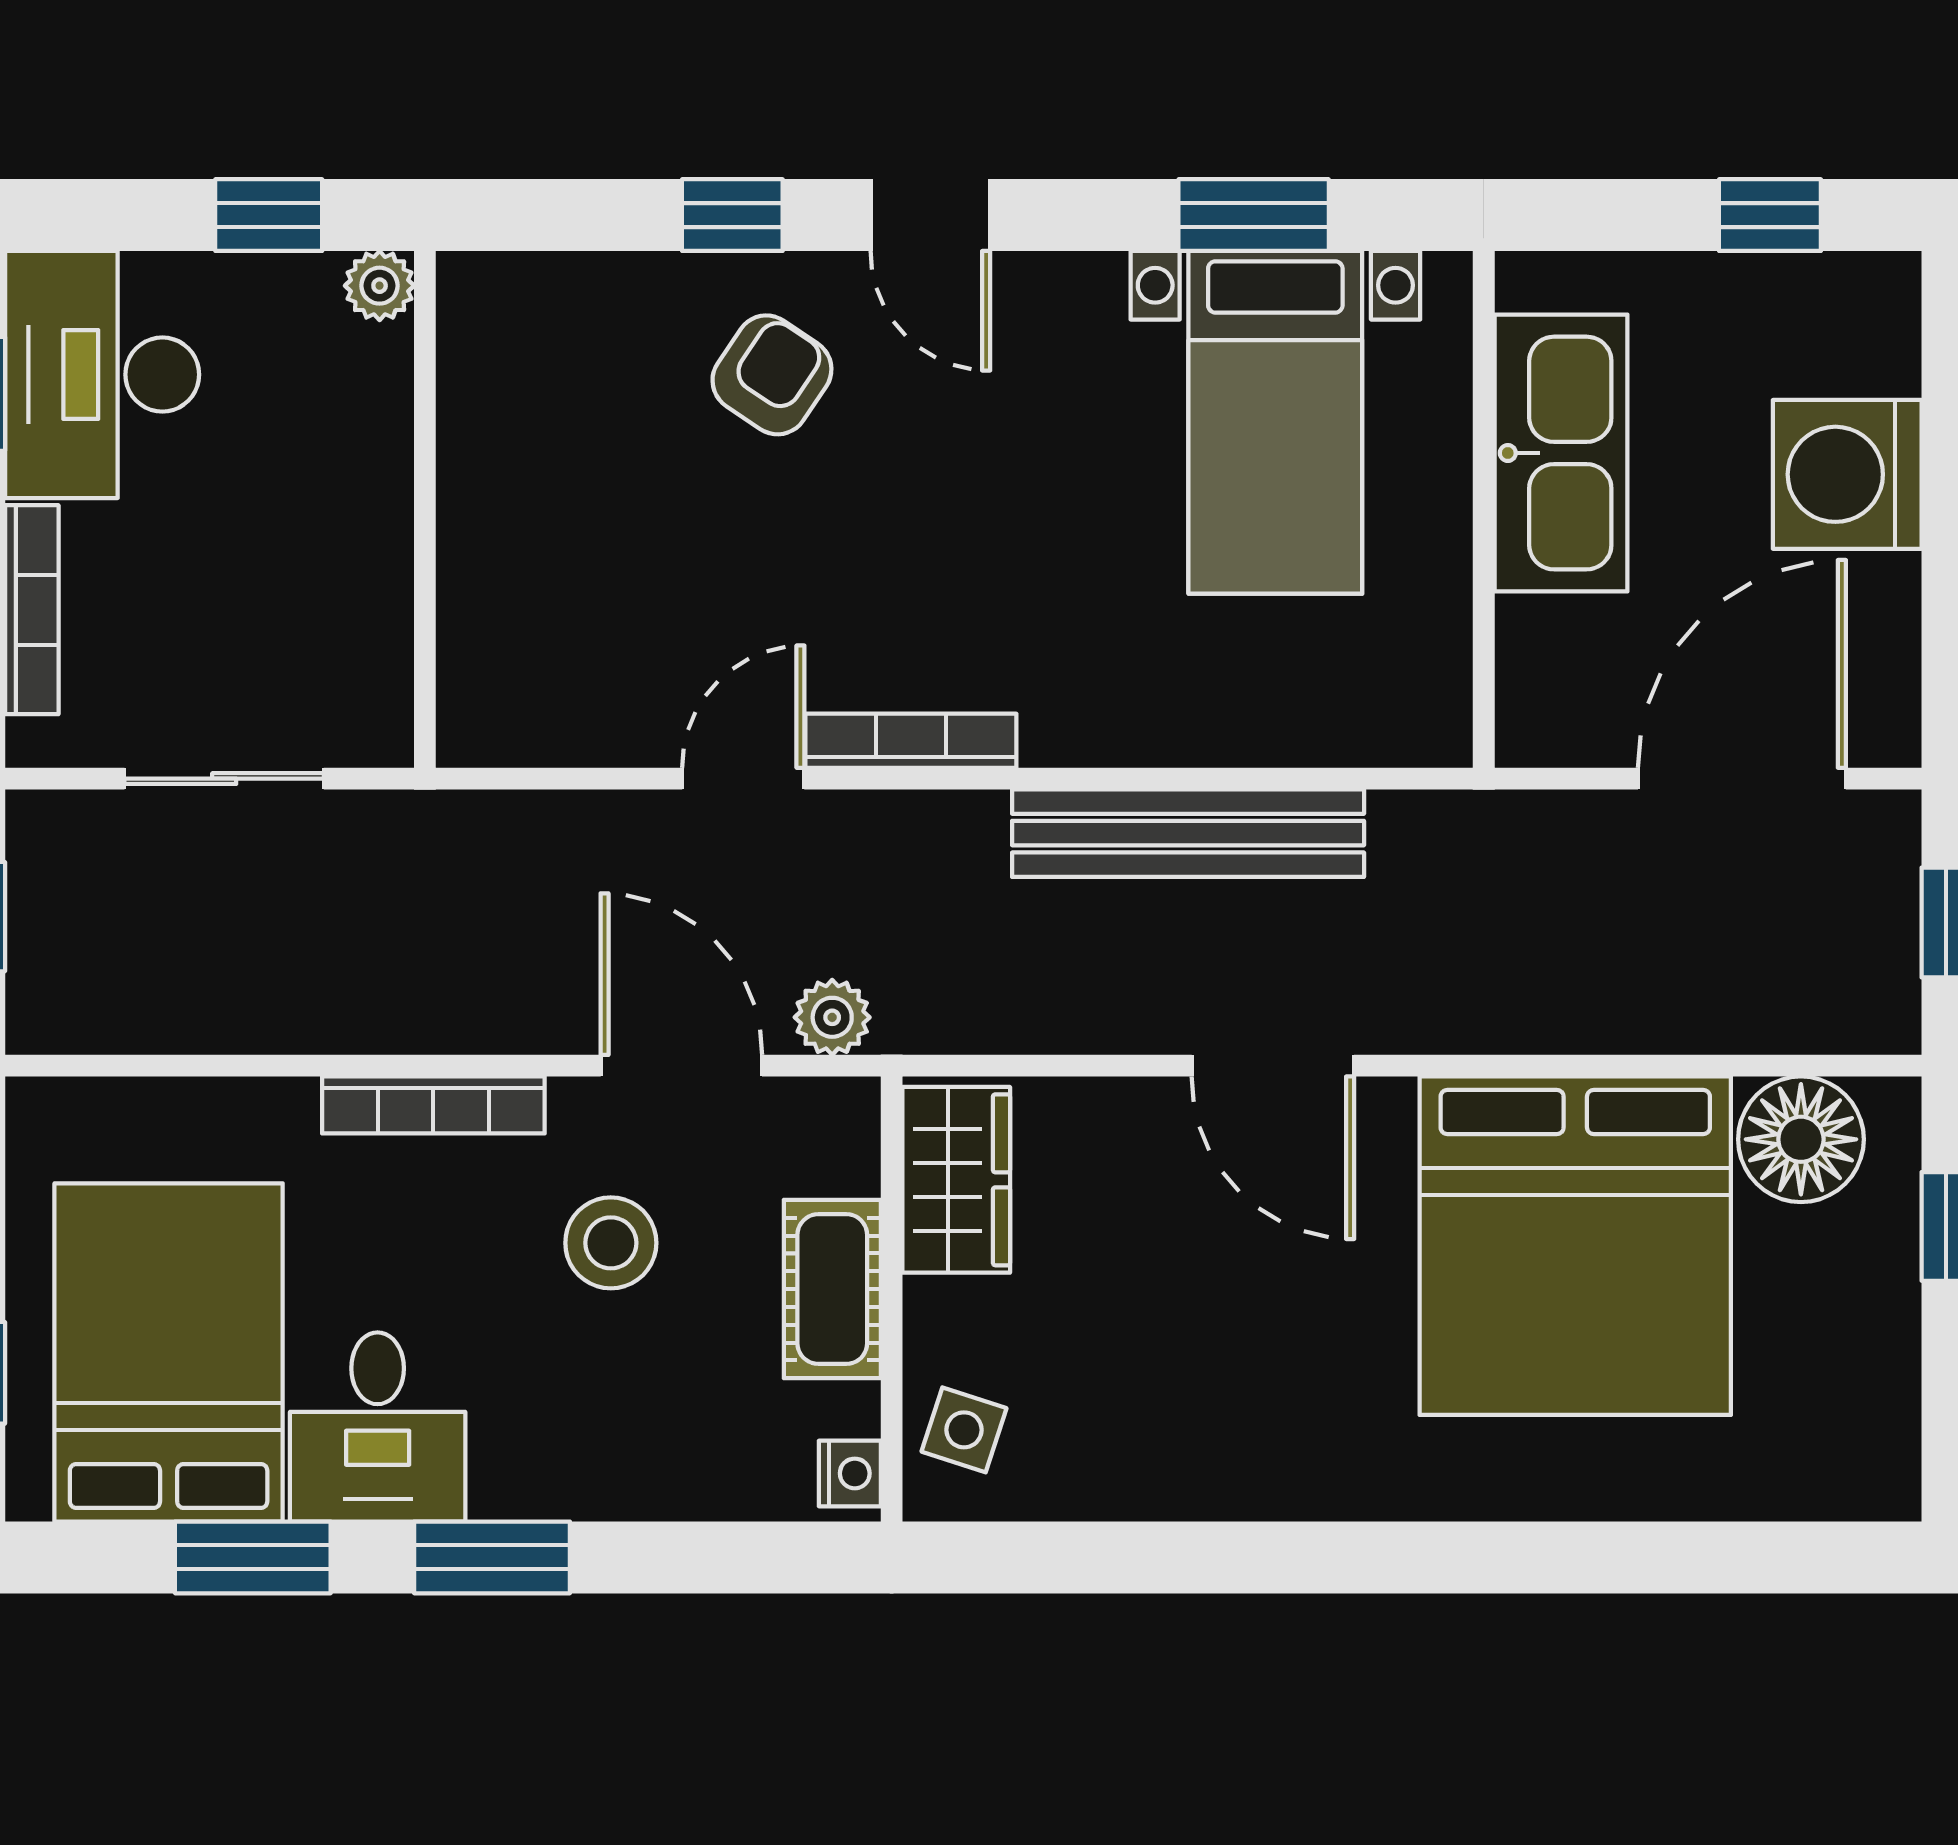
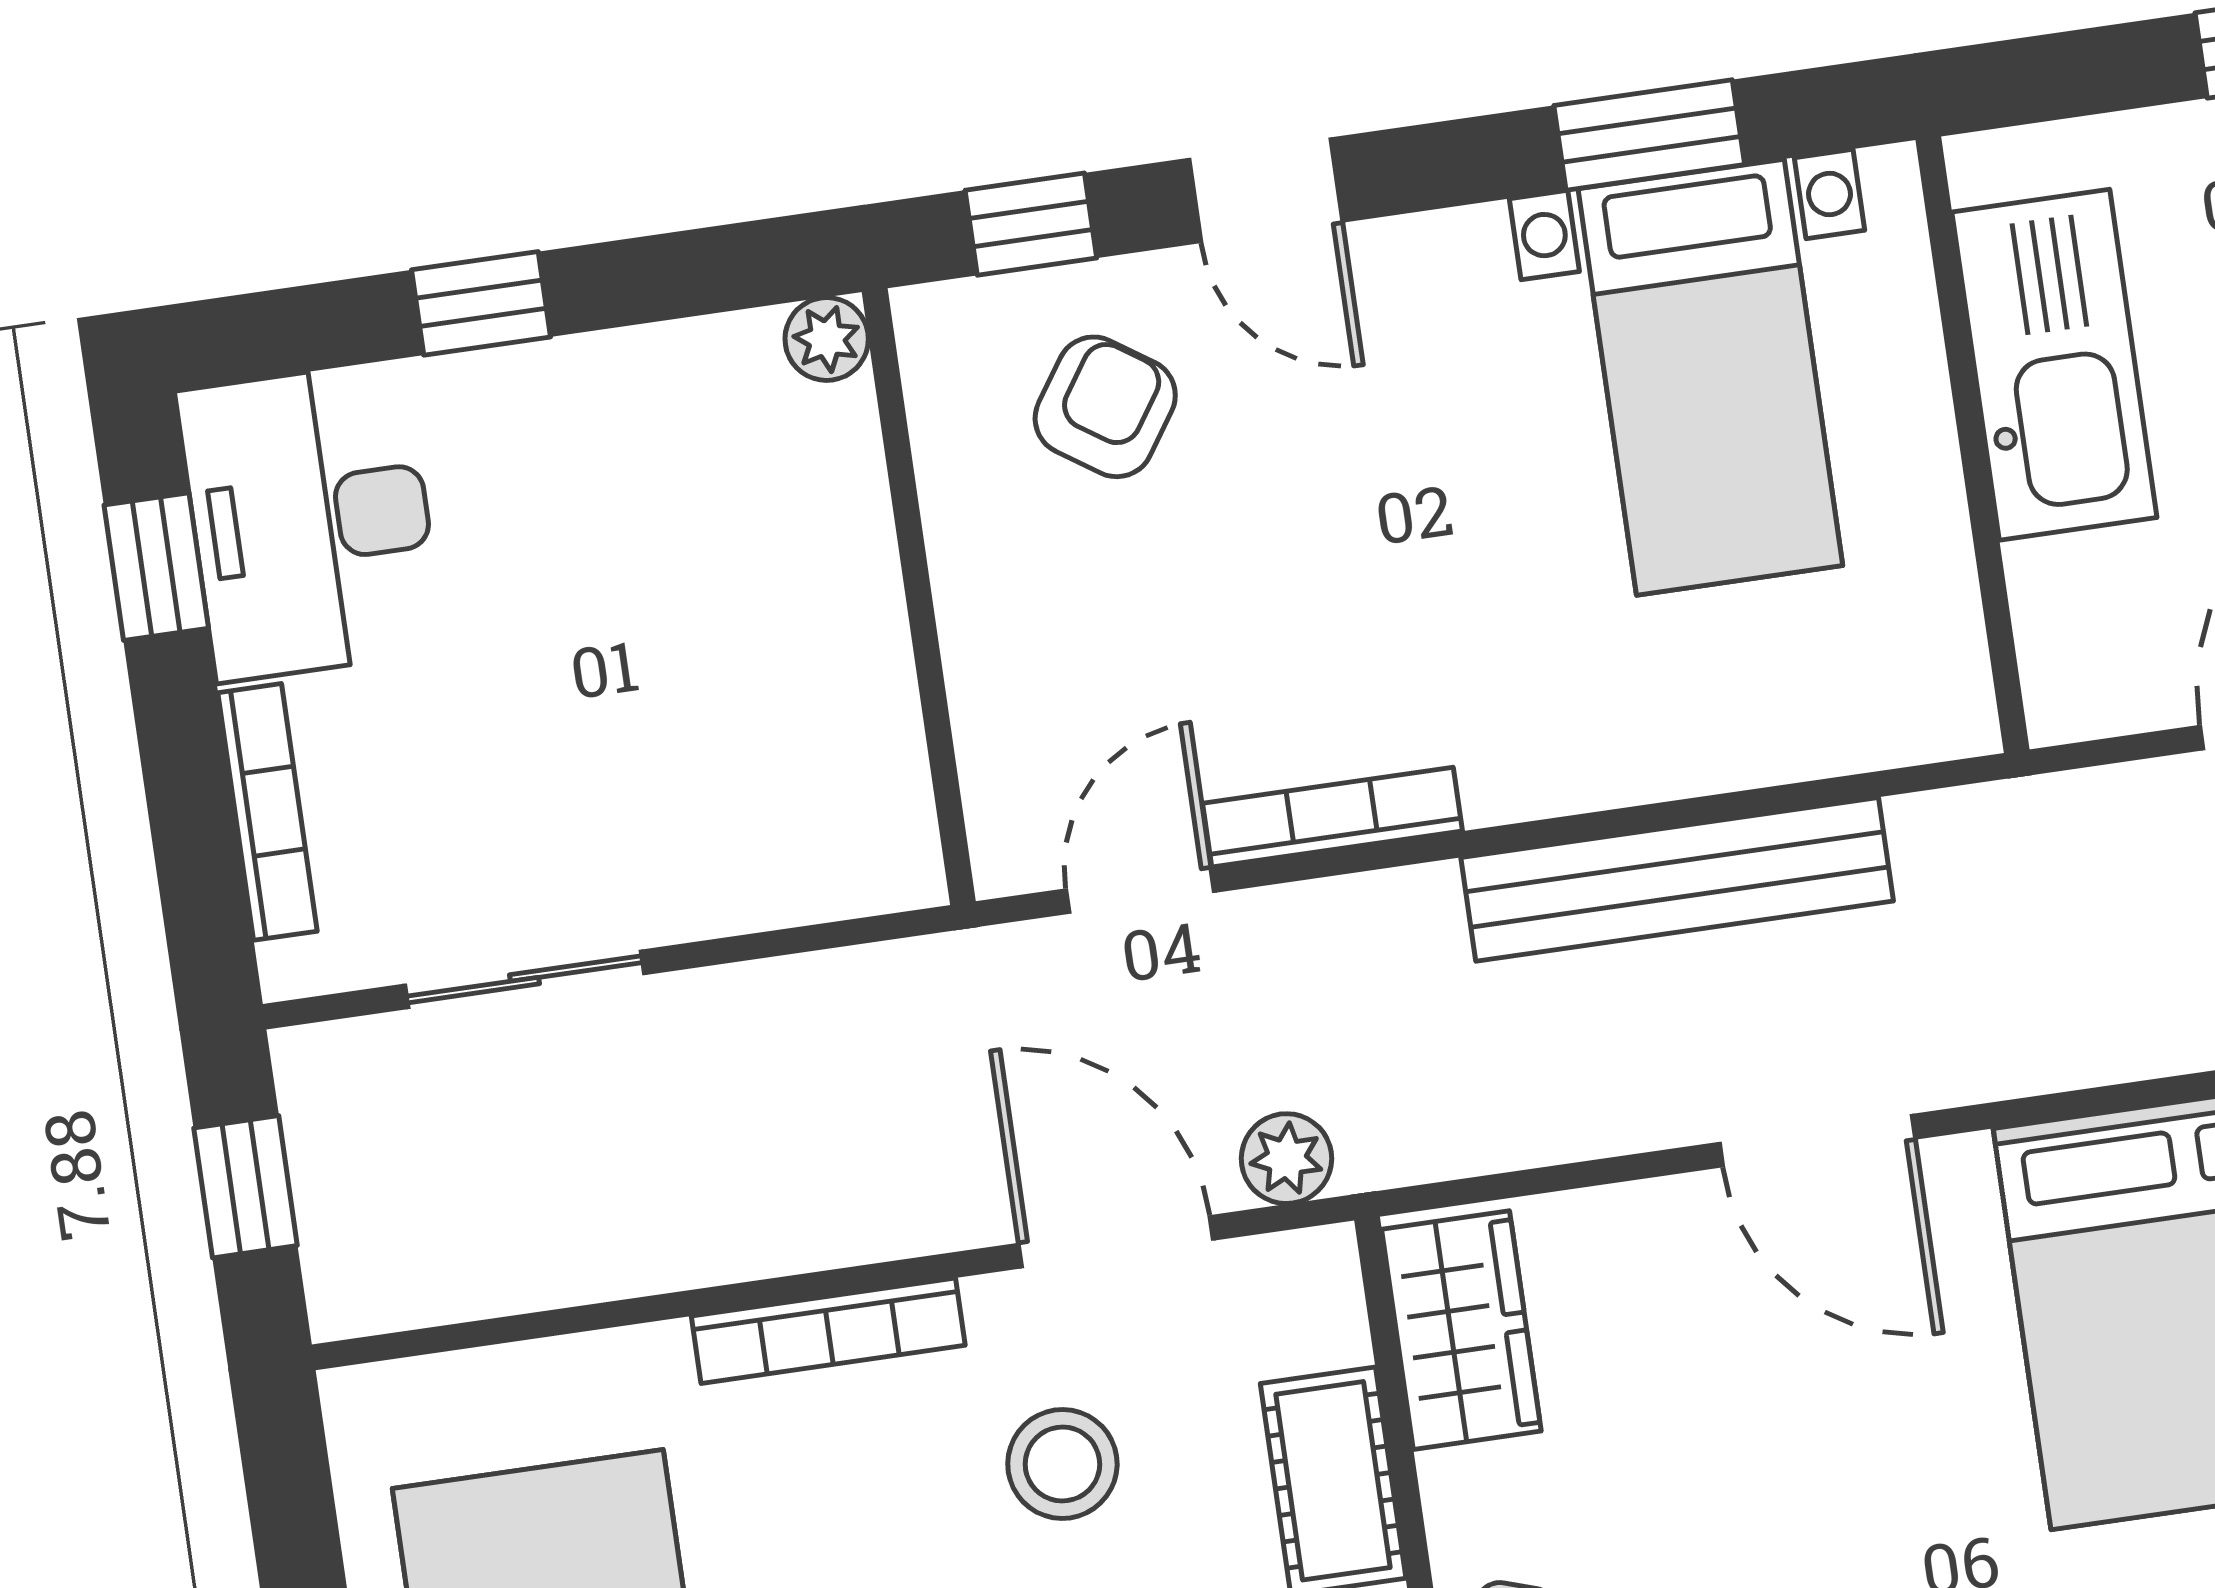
plant: (380, 286) -> (827, 339), moved
wall: (425, 509) -> (919, 597), moved

